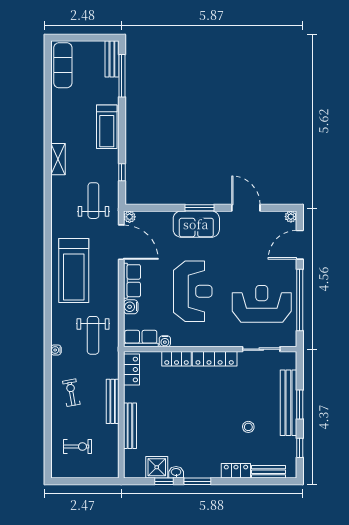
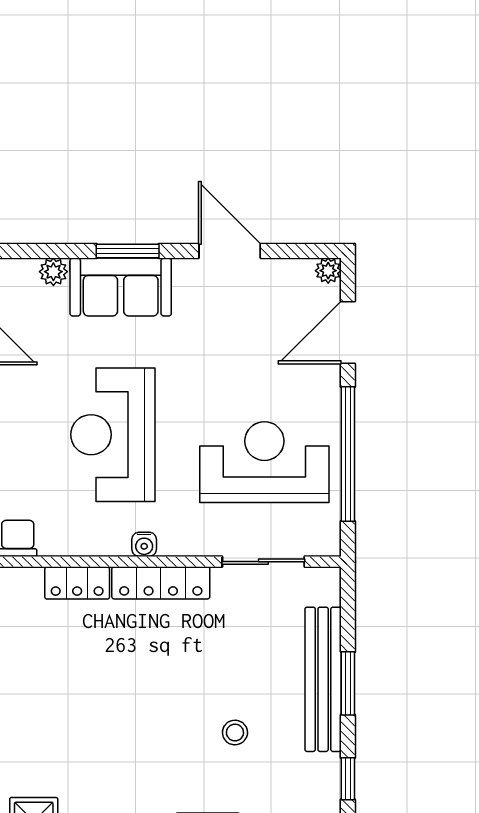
plant: (166, 217) -> (53, 272), added
reception desk: (193, 291) -> (113, 435), turned 180
water cooler: (165, 341) -> (144, 544), moved

